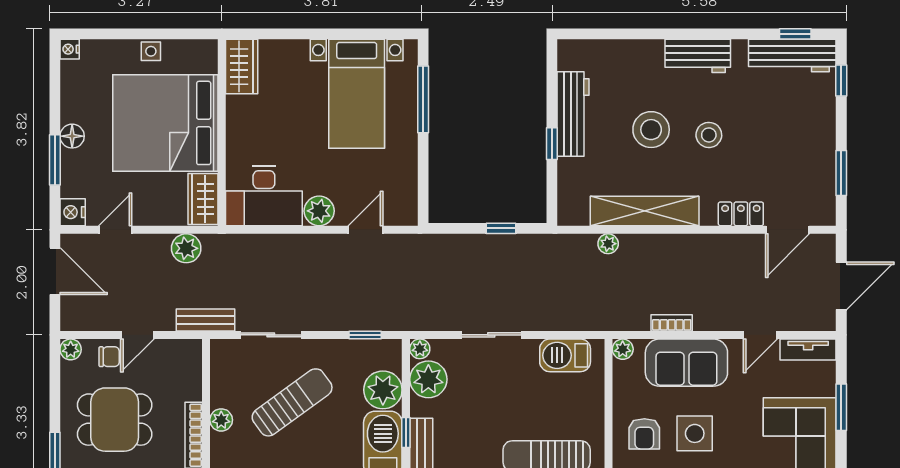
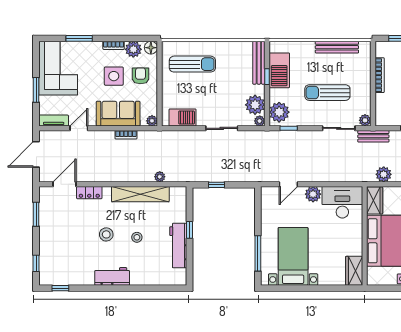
workbench: (792, 55) -> (62, 277), removed
stool: (651, 130) -> (137, 237), width x0.53, depth x0.53
plant: (383, 390) -> (279, 112), moved
sun lounger: (292, 402) -> (327, 93), turned 36
plant: (221, 420) -> (365, 120), moved

